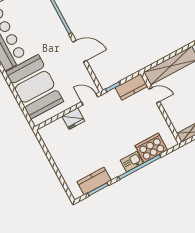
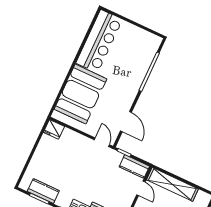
door: (80, 51) -> (126, 122), moved
fridge: (73, 119) -> (54, 129), moved

